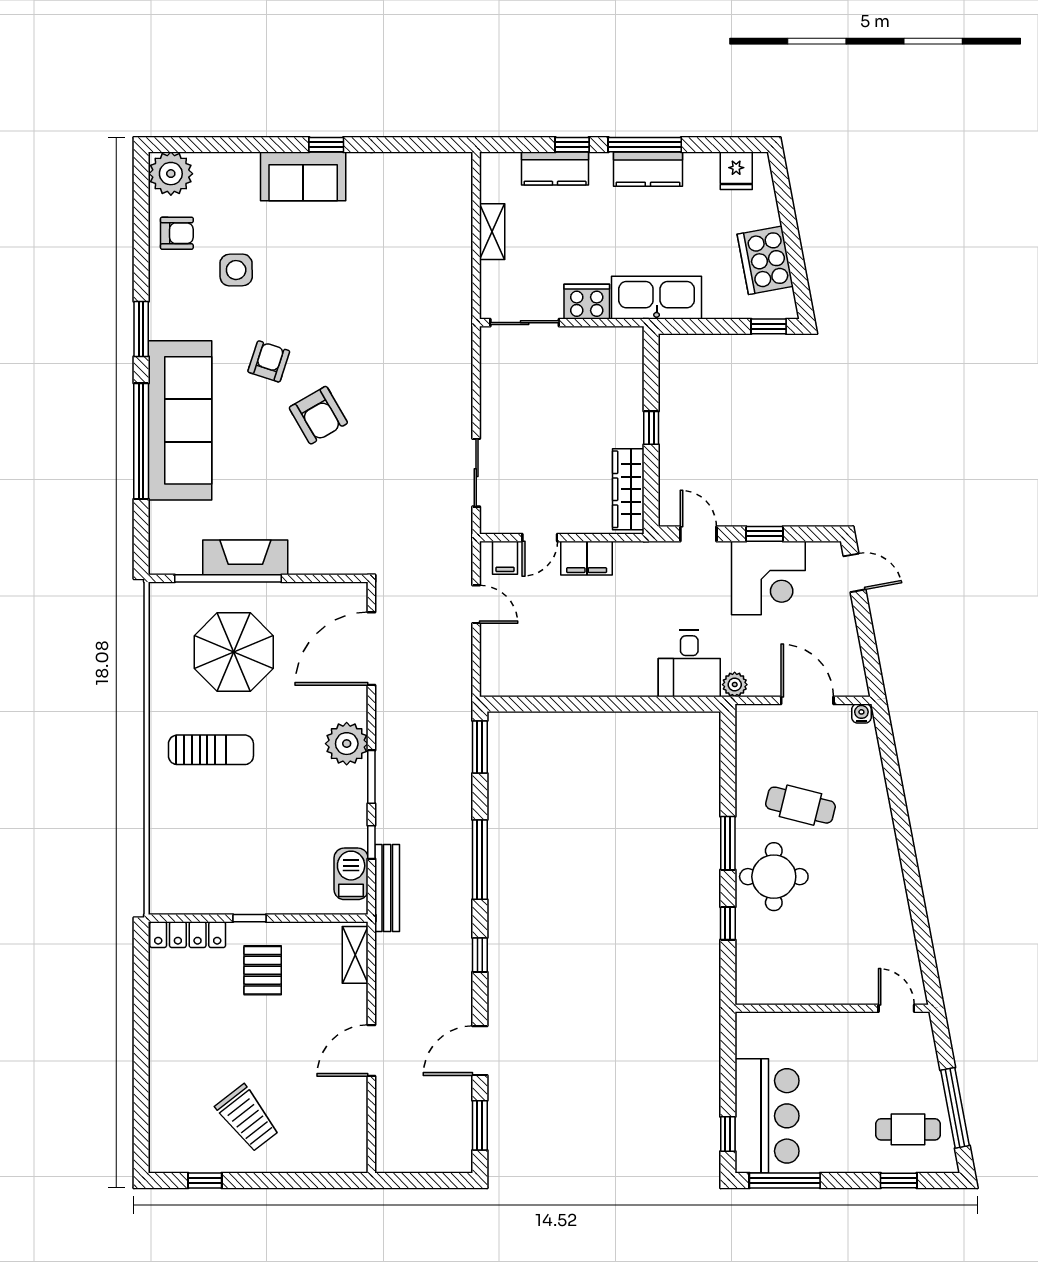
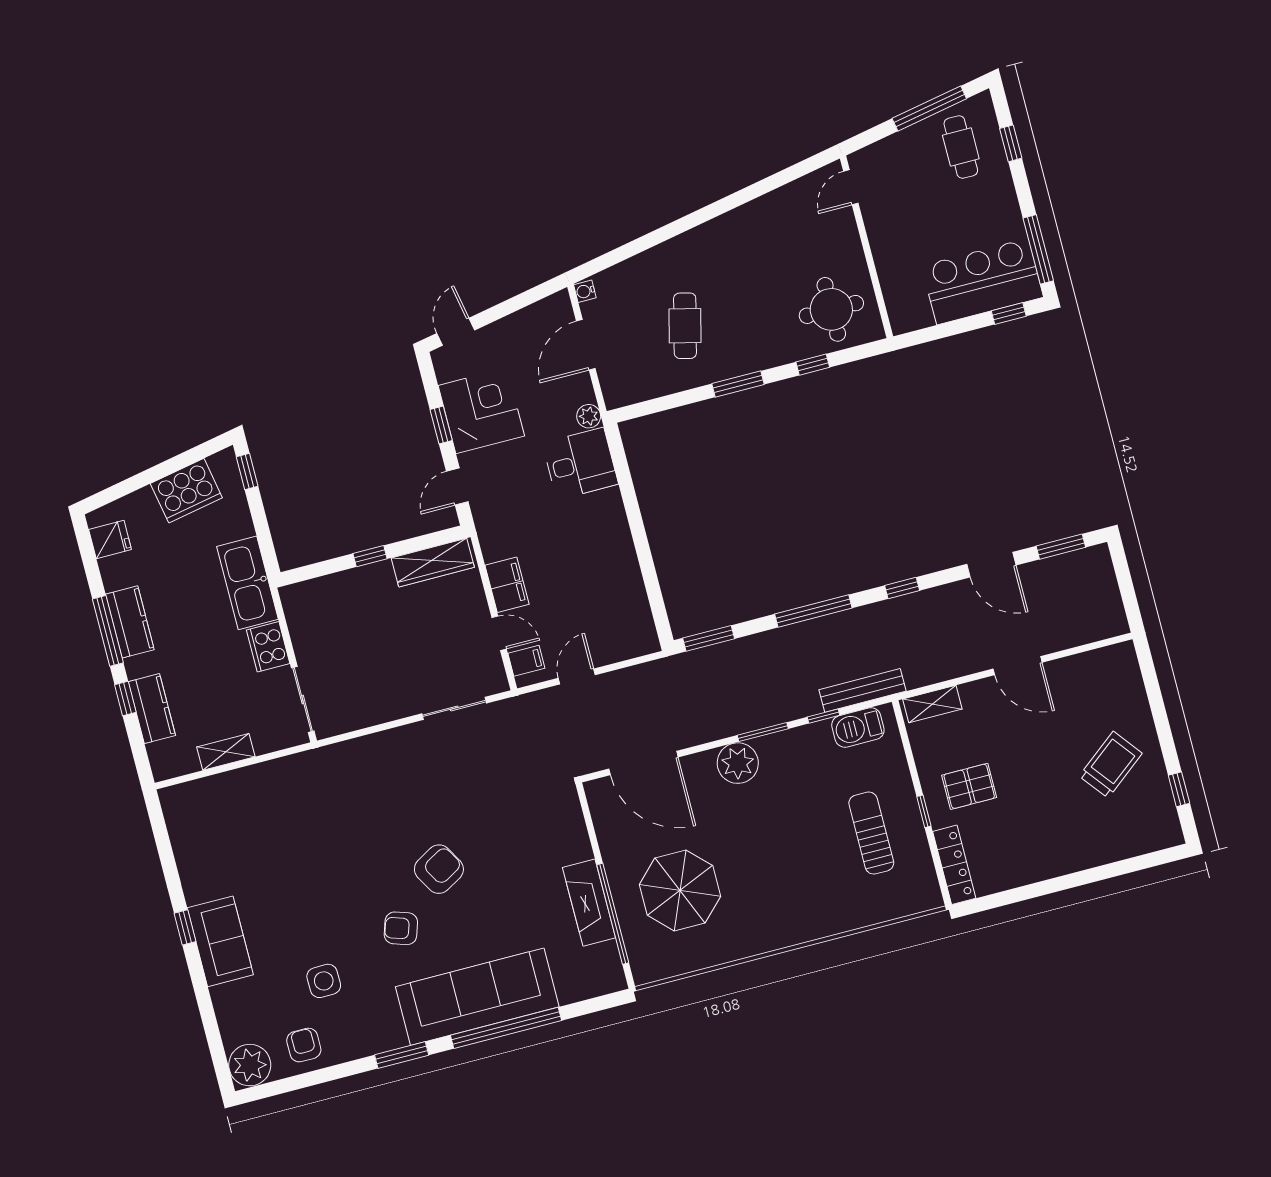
sun lounger: (211, 750) -> (871, 833), moved
round table: (774, 877) -> (831, 309), moved

